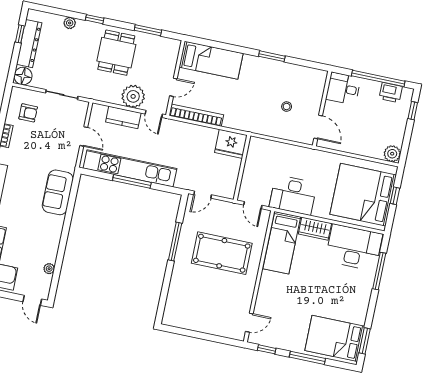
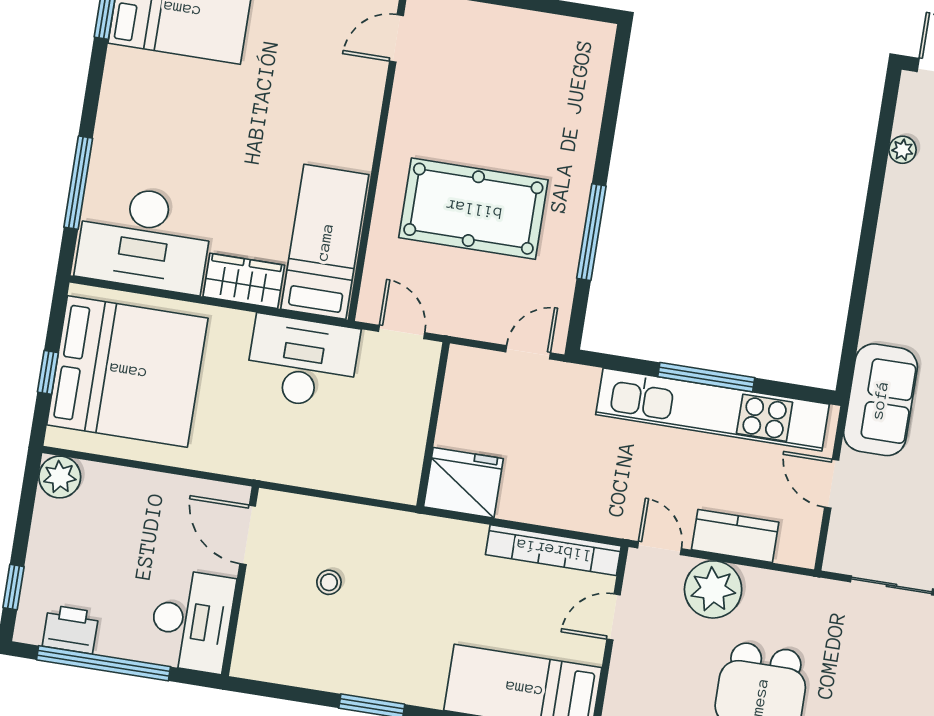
desk: (343, 89) -> (192, 621), width x1.37
sofa: (58, 192) -> (880, 400), moved

